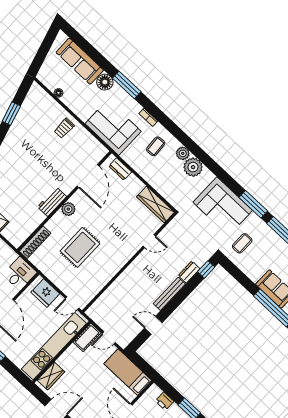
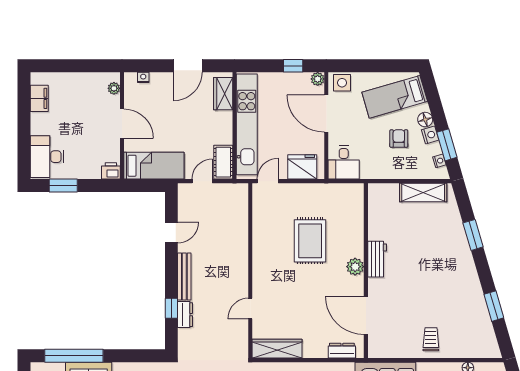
shoe rack: (35, 242) -> (357, 206), removed
window: (206, 269) -> (171, 308), moved
printer: (165, 401) -> (111, 171), moved

